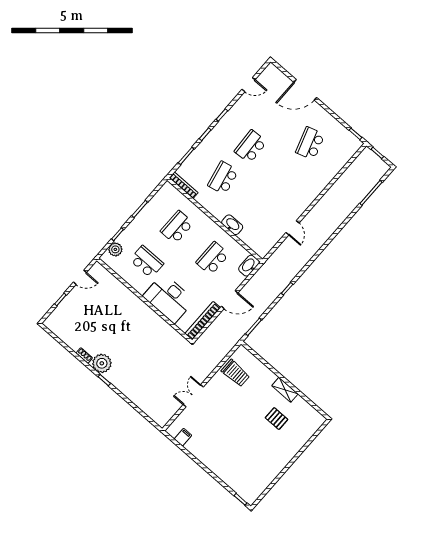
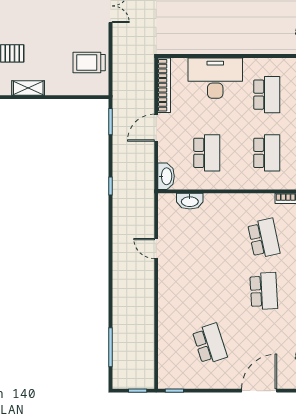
washbasin: (232, 225) -> (190, 201), moved
school desk: (147, 262) -> (267, 95), turned -90

